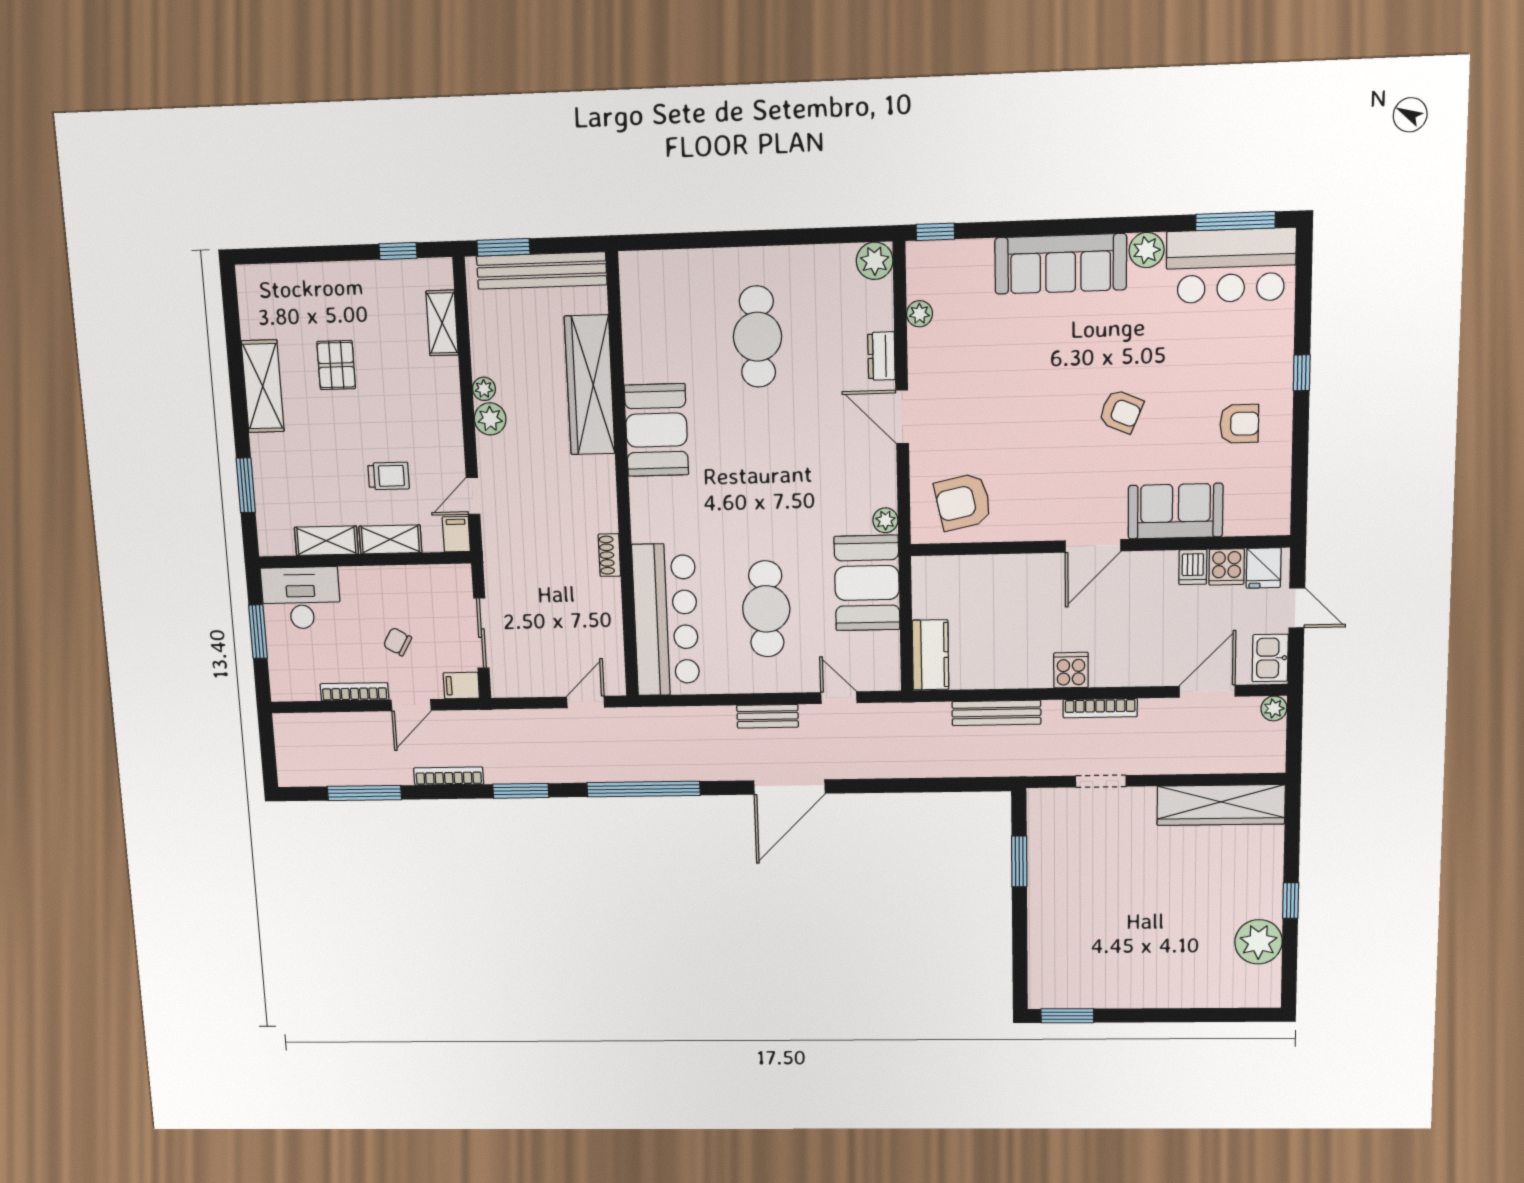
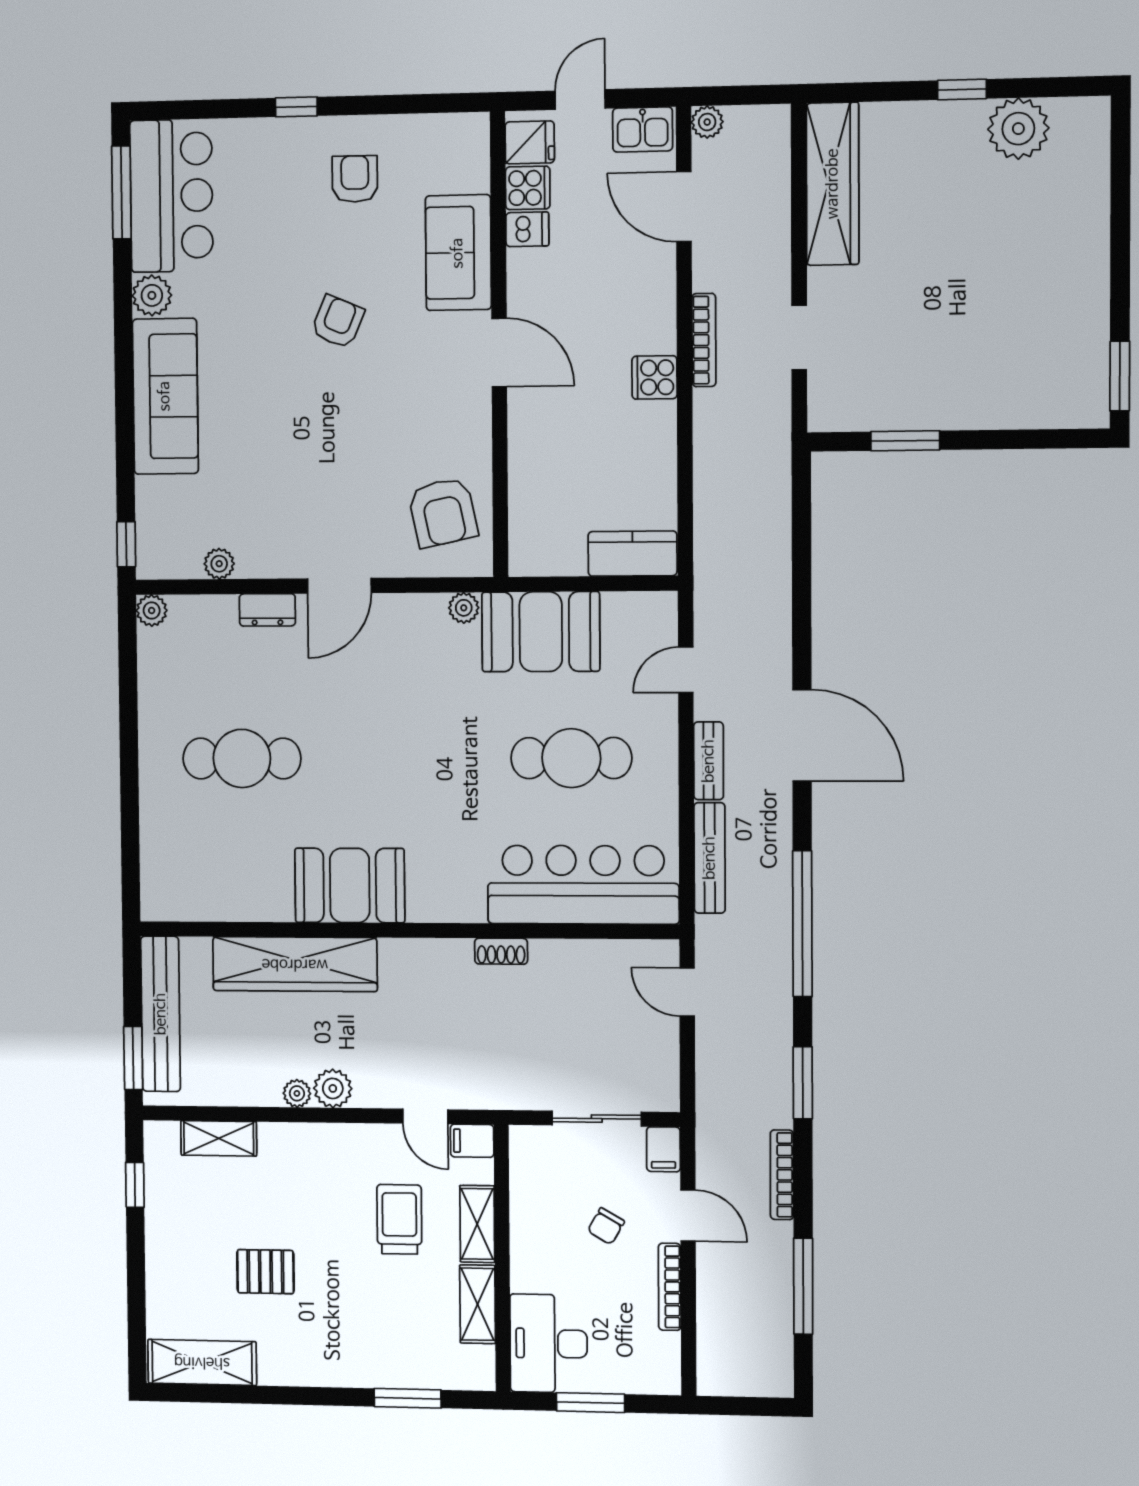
plant: (875, 261) -> (152, 610), width x0.73, depth x0.73
shelving: (263, 386) -> (202, 1362), moved
trolley: (389, 476) -> (399, 1219), width x1.36, depth x1.39
bench: (996, 713) -> (710, 858), moved

